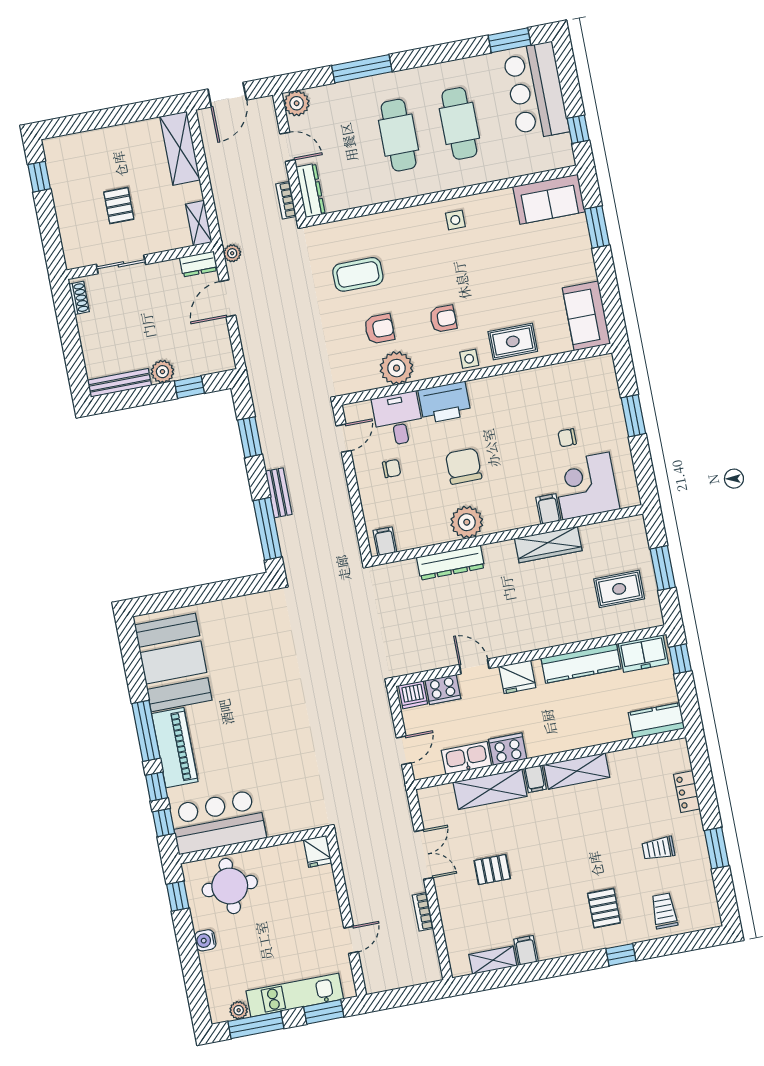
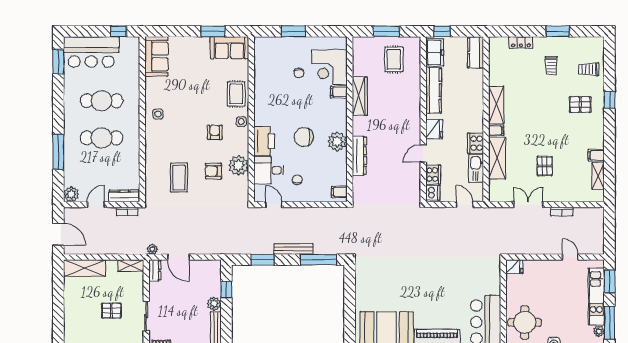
window: (597, 227) -> (213, 31), moved
armchair: (379, 329) -> (213, 171), turned -90
bench: (279, 493) -> (293, 249), width x1.36

